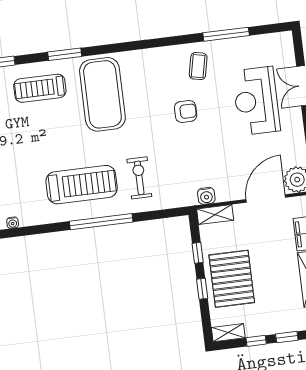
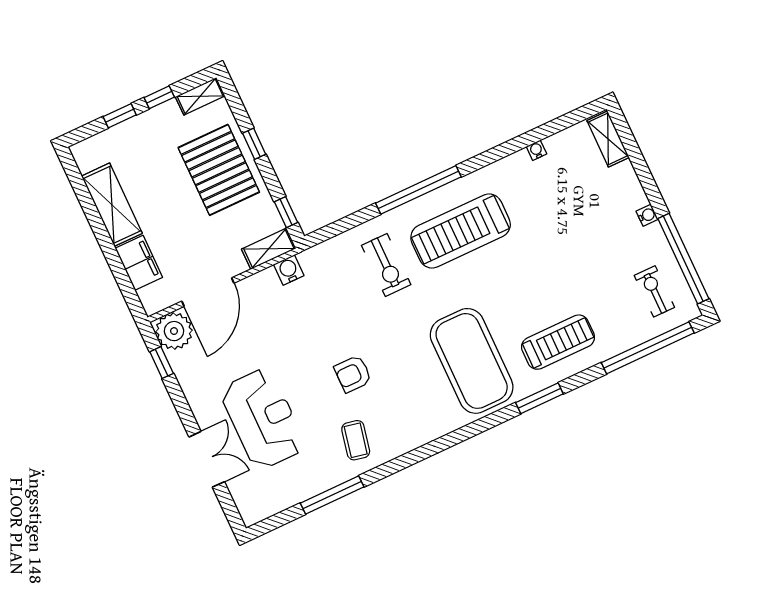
window: (198, 253) -> (286, 212), moved

